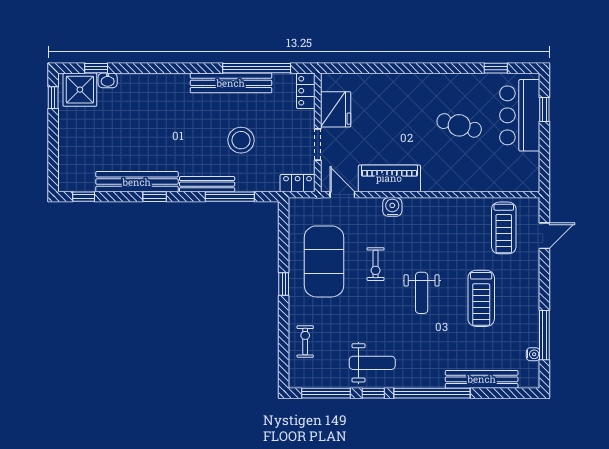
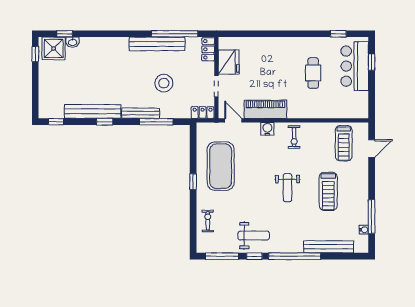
cafe table: (459, 125) -> (313, 73), turned 74
exercise bike: (376, 264) -> (294, 137), moved

